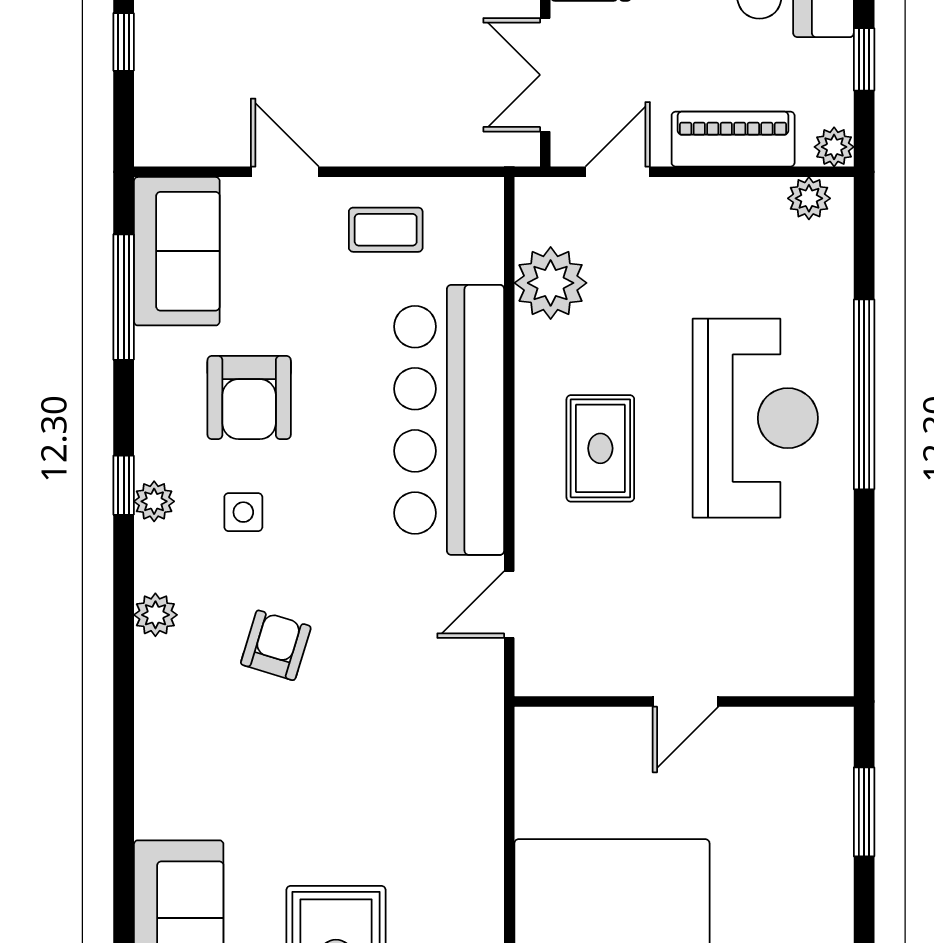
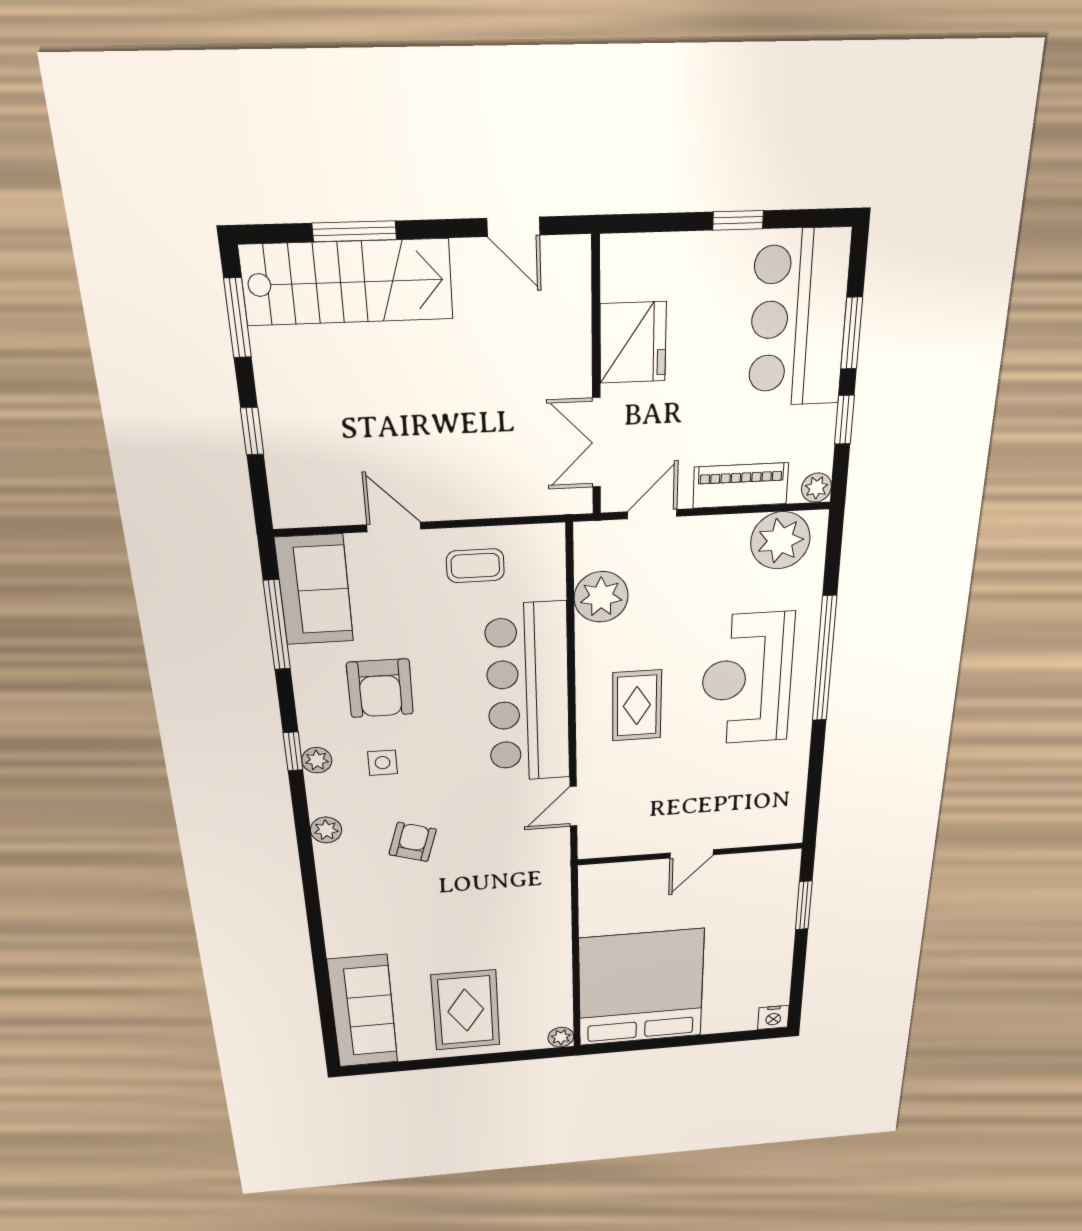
plant: (809, 198) -> (780, 540), width x1.87, depth x1.87
reception desk: (755, 418) -> (747, 679), turned 180

